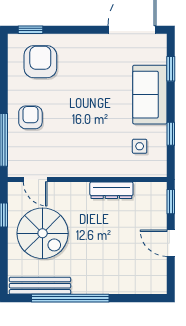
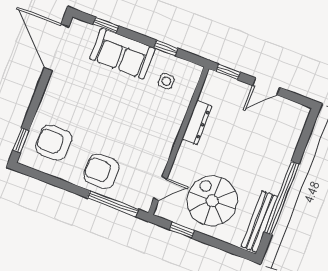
armchair: (30, 117) -> (102, 171), width x1.38, depth x1.38
spiral stairs: (43, 233) -> (212, 201), turned -90

